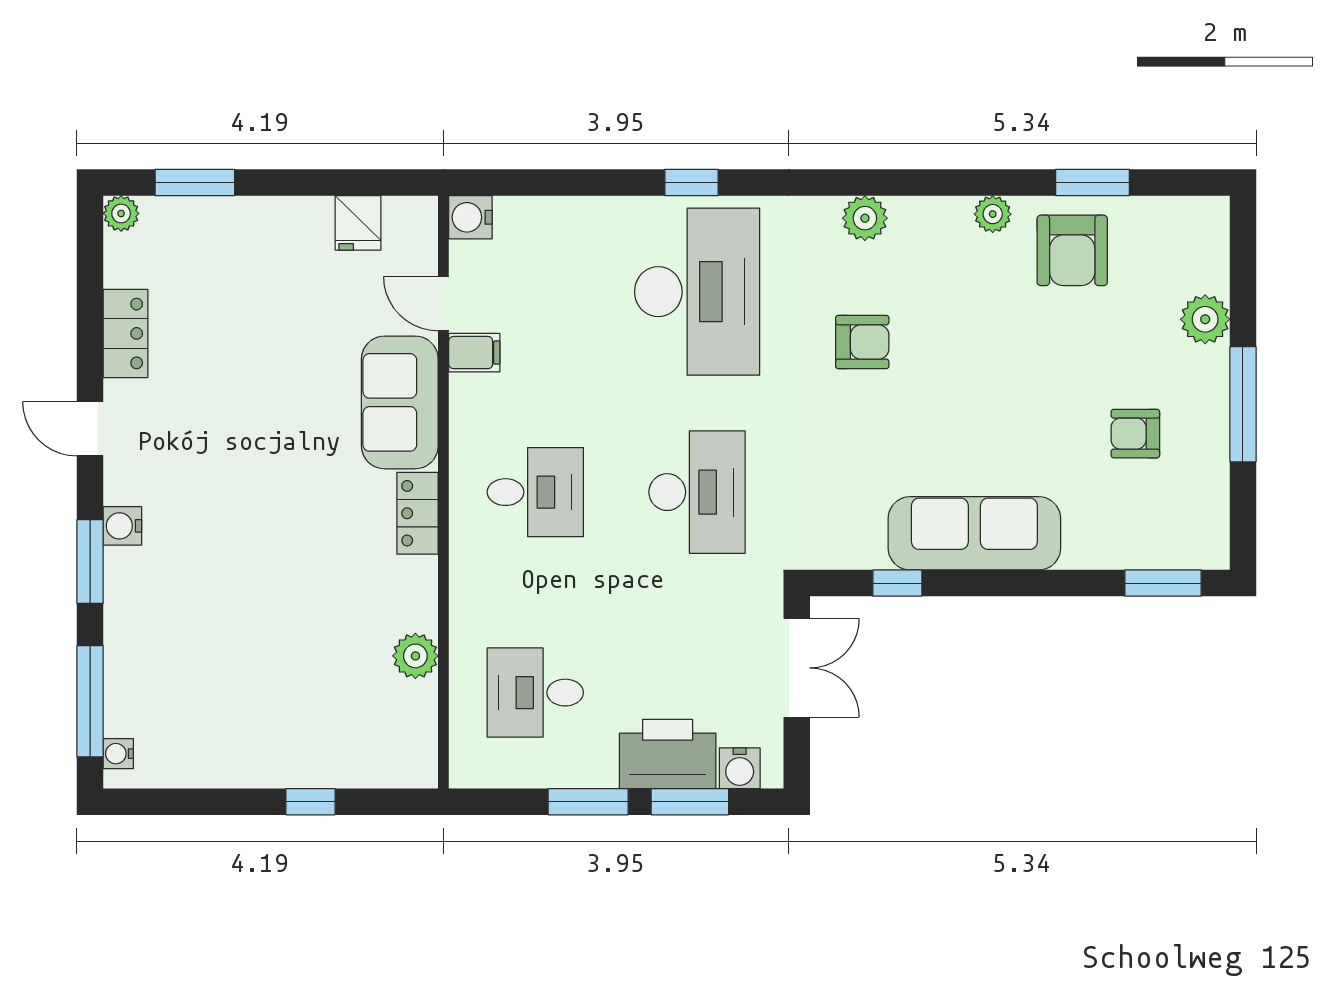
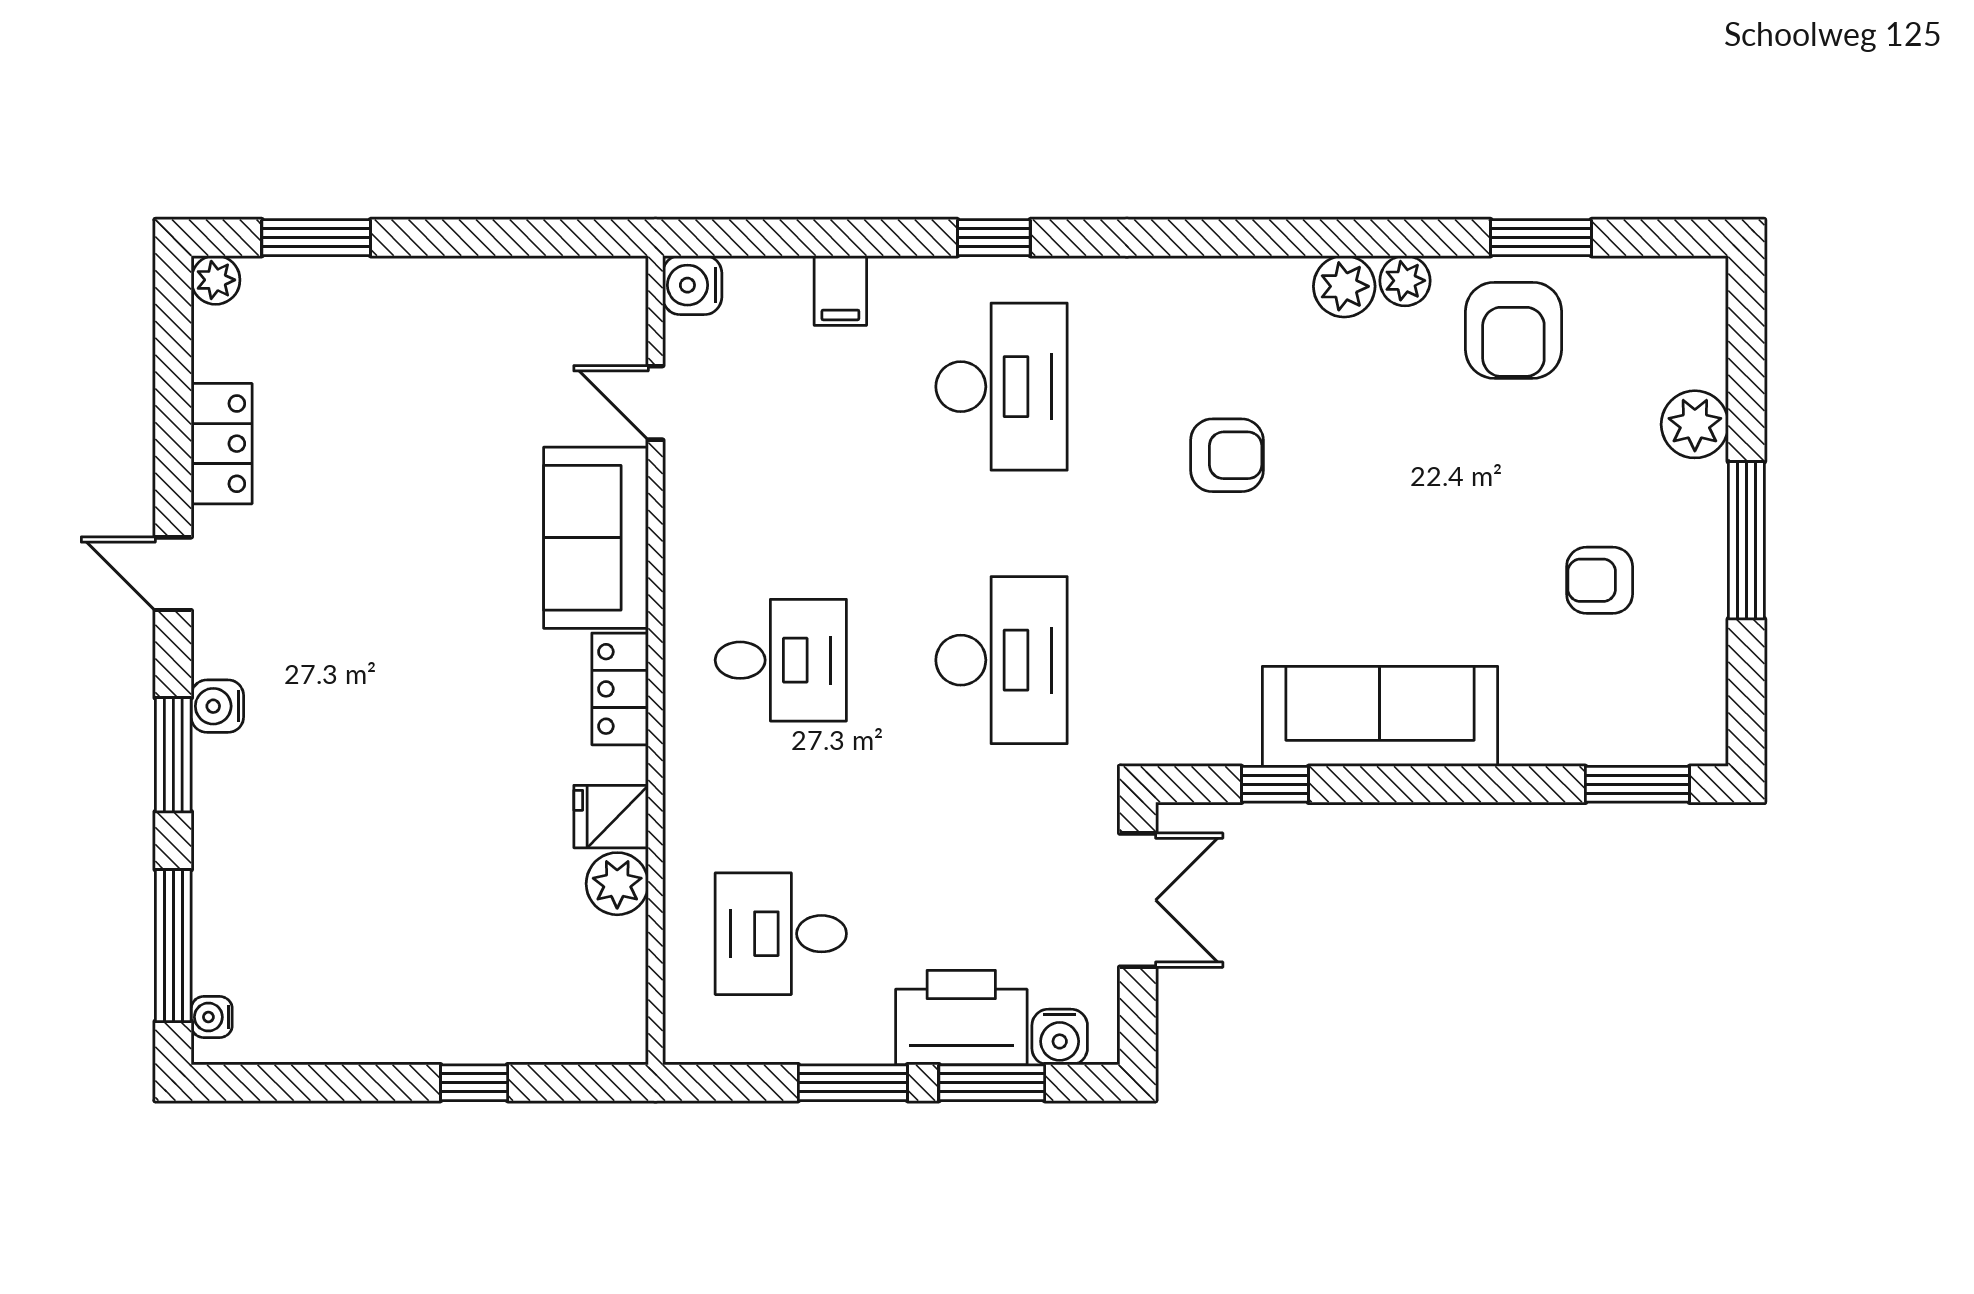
plant: (865, 218) -> (1344, 286), moved
fridge: (358, 223) -> (611, 817), moved, turned 90
desk: (697, 292) -> (1002, 387), width x0.73, depth x0.77
filing cabinet: (474, 353) -> (840, 290), moved, turned 90

